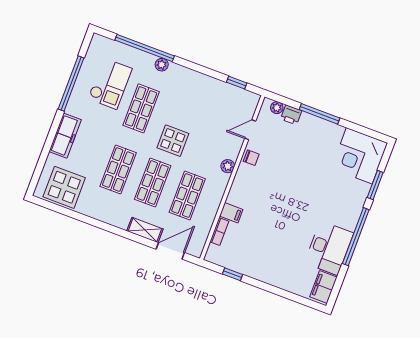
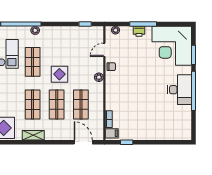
printer: (291, 115) -> (139, 31), moved
corner desk: (359, 156) -> (172, 46), width x1.36, depth x1.36
filing cabinet: (231, 213) -> (112, 133), moved
shelving: (145, 230) -> (33, 135), moved
desk: (329, 248) -> (180, 90), moved
door: (170, 251) -> (83, 142), hinge flipped
filing cabinet: (323, 287) -> (185, 129), removed

